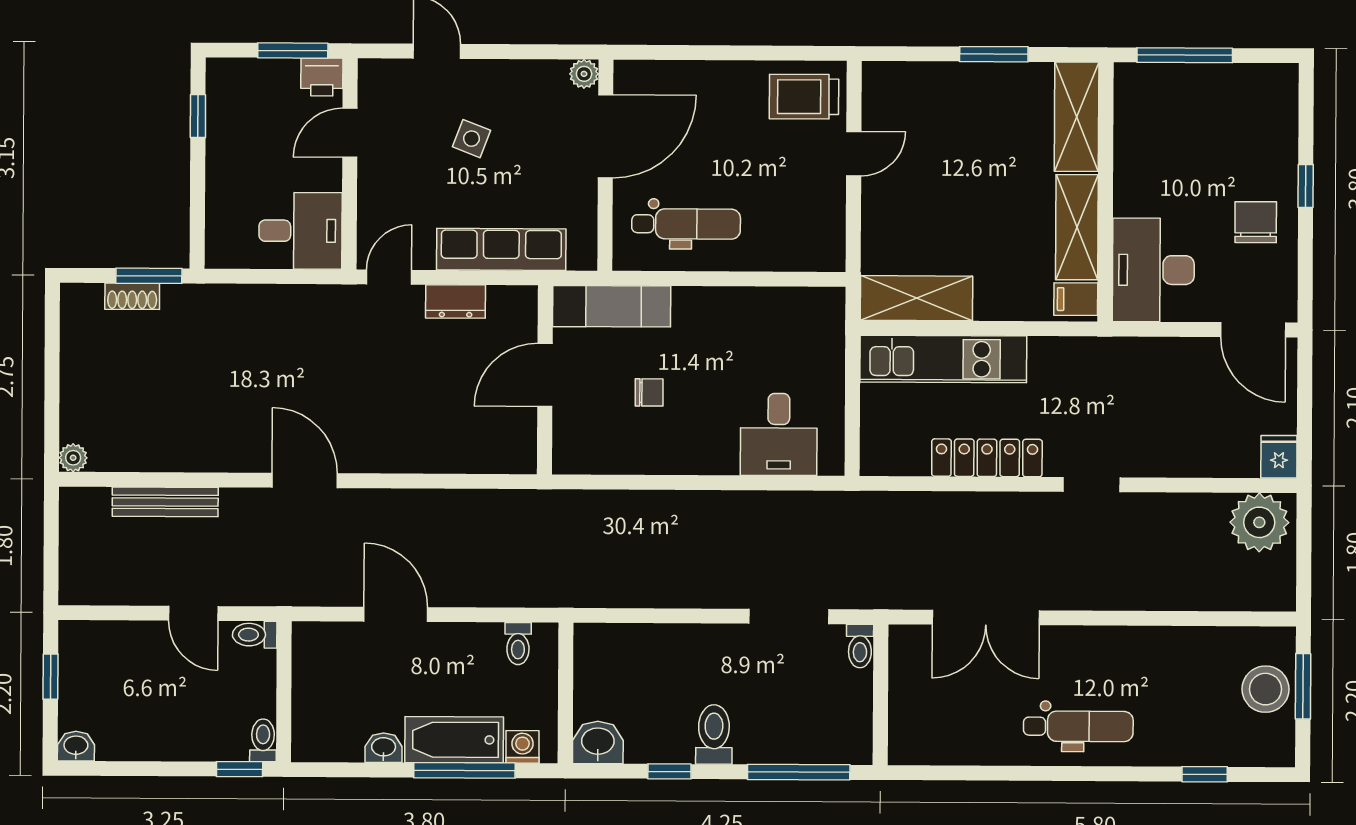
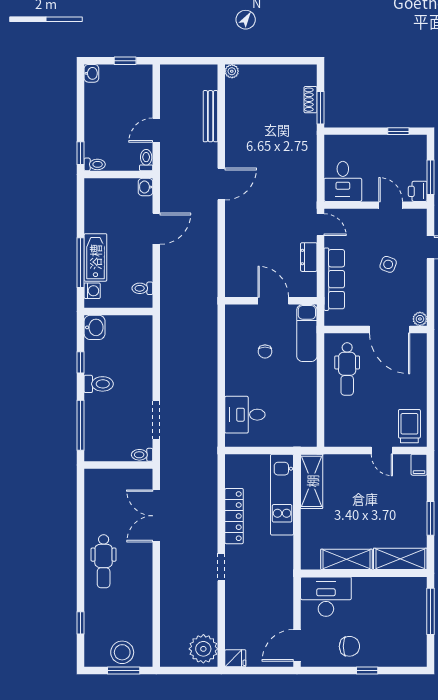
filing cabinet: (1076, 299) -> (419, 465), moved, turned 180
washbasin: (384, 748) -> (146, 187), moved, turned 180

